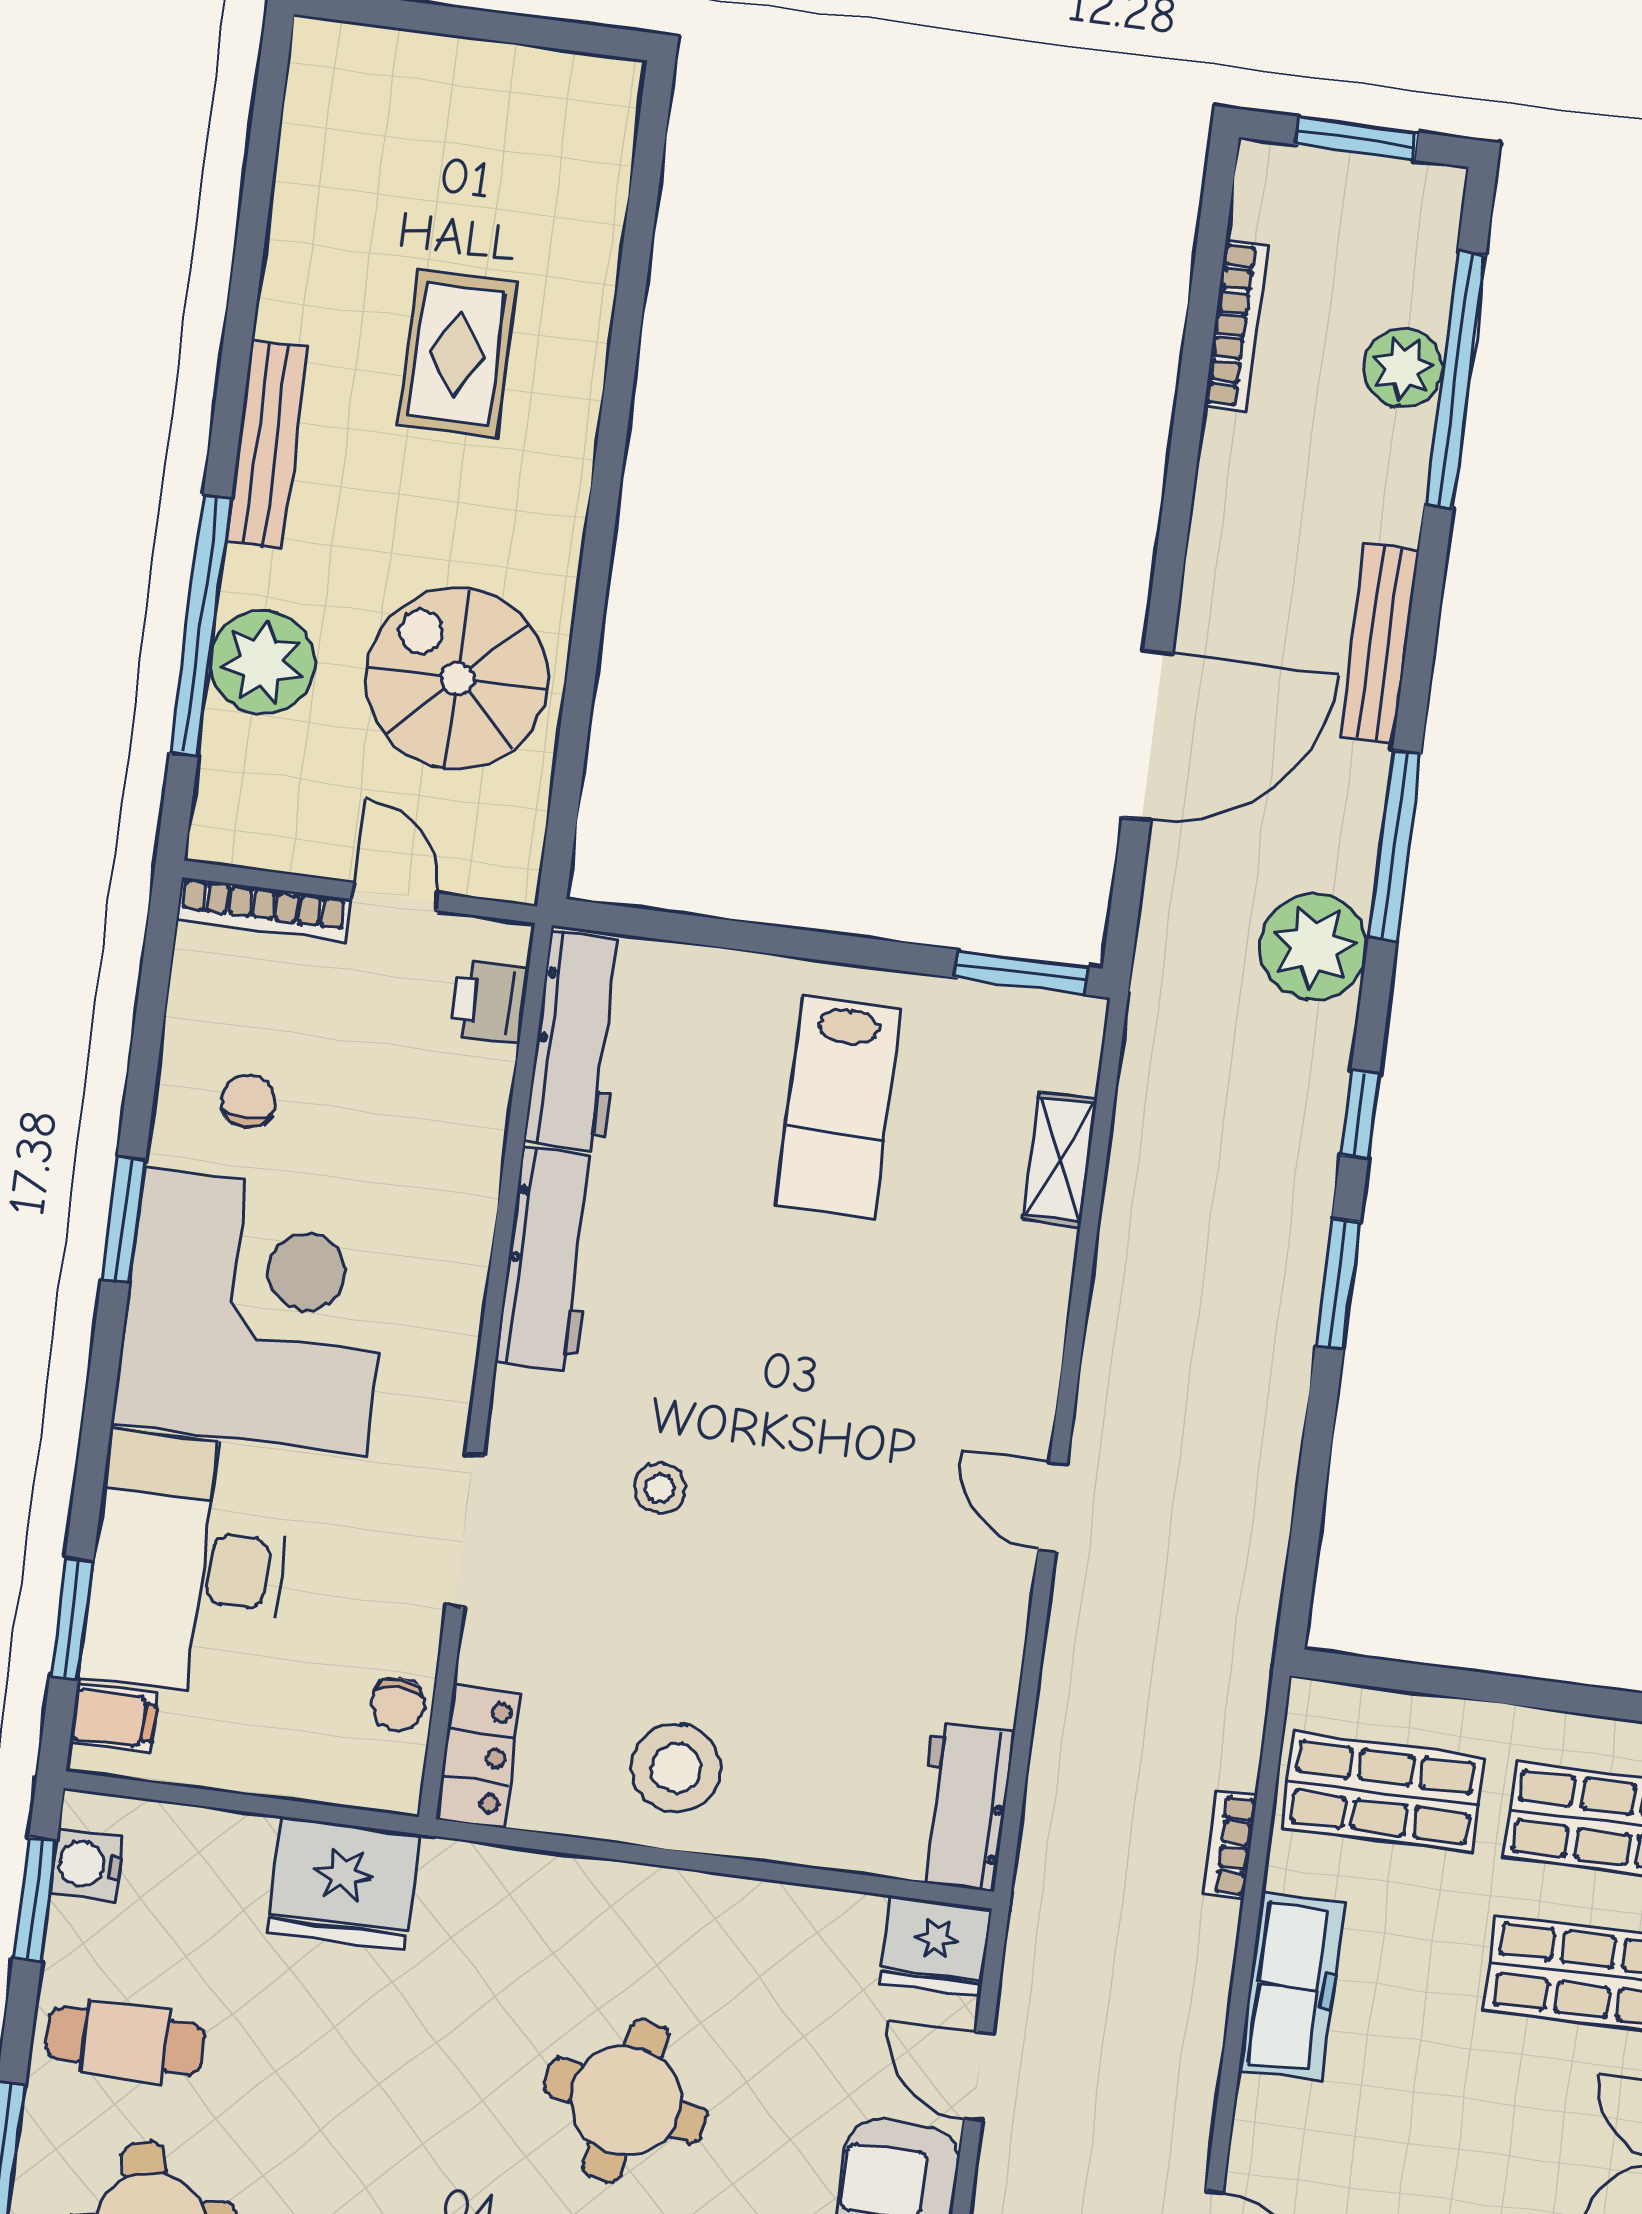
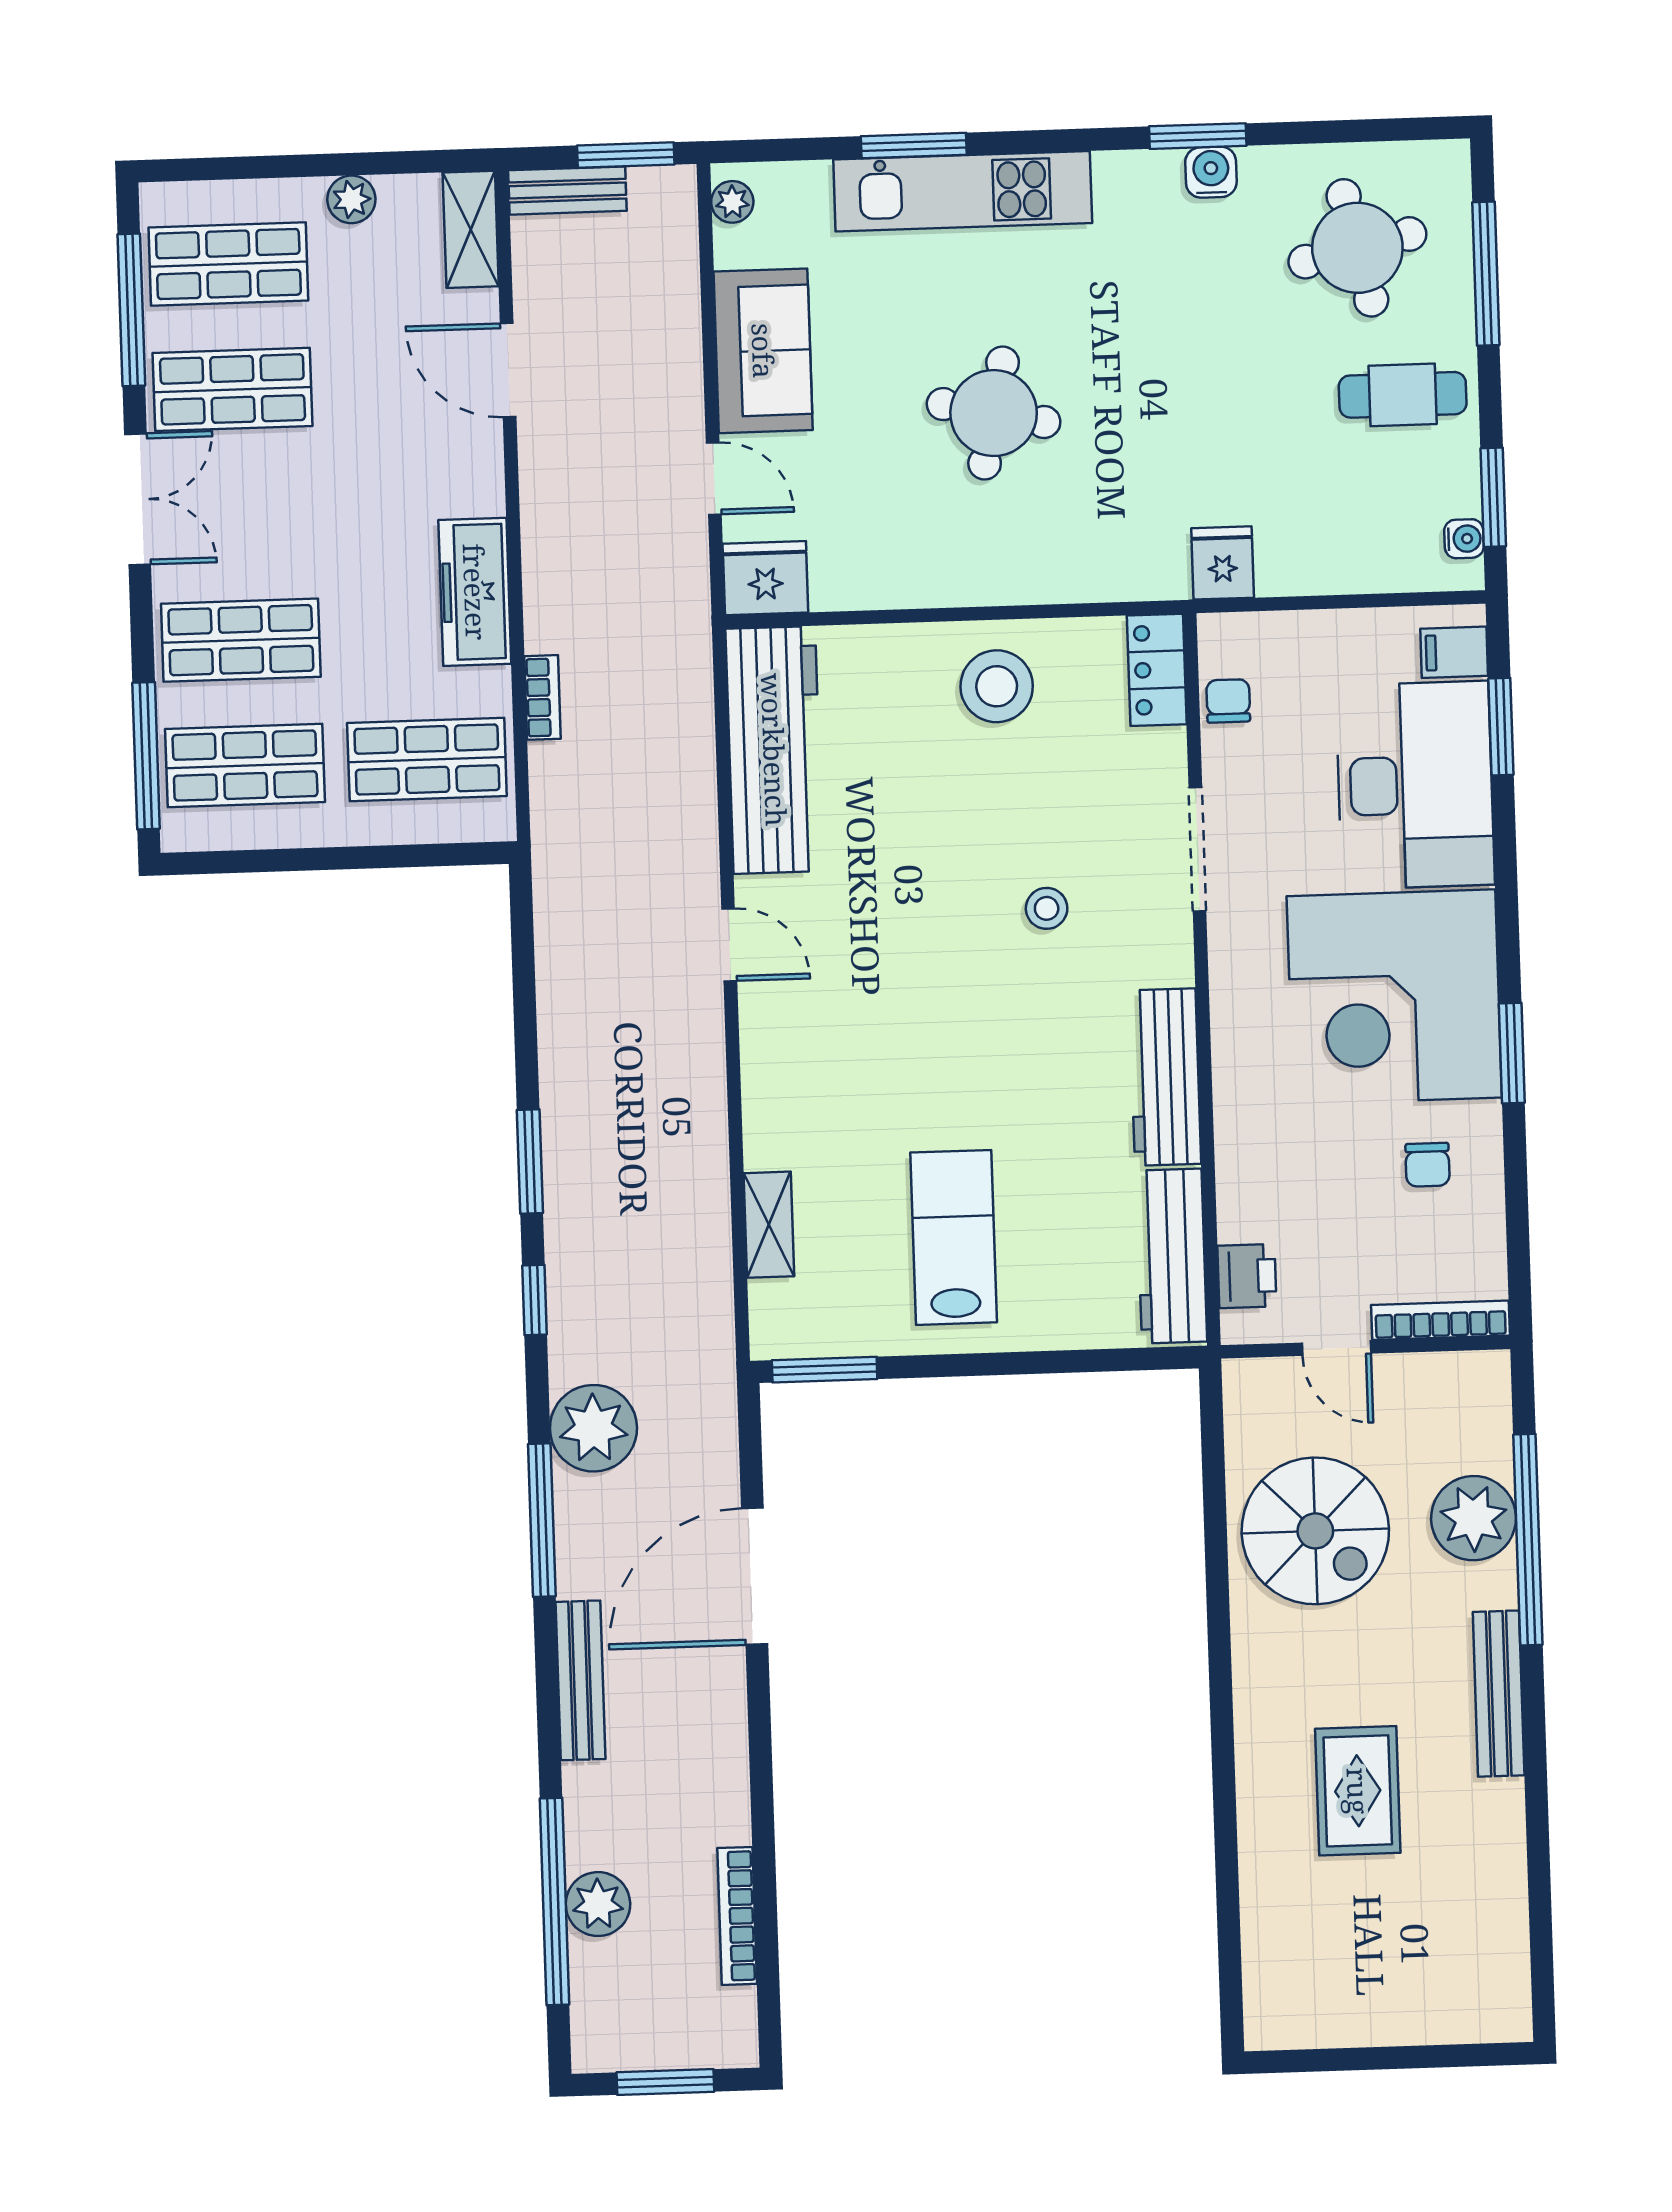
workbench: (963, 1807) -> (774, 750), width x1.88, depth x1.32
water cooler: (87, 1865) -> (1464, 539), width x0.72, depth x0.72
fridge: (343, 1884) -> (1223, 563), width x0.53, depth x0.75

